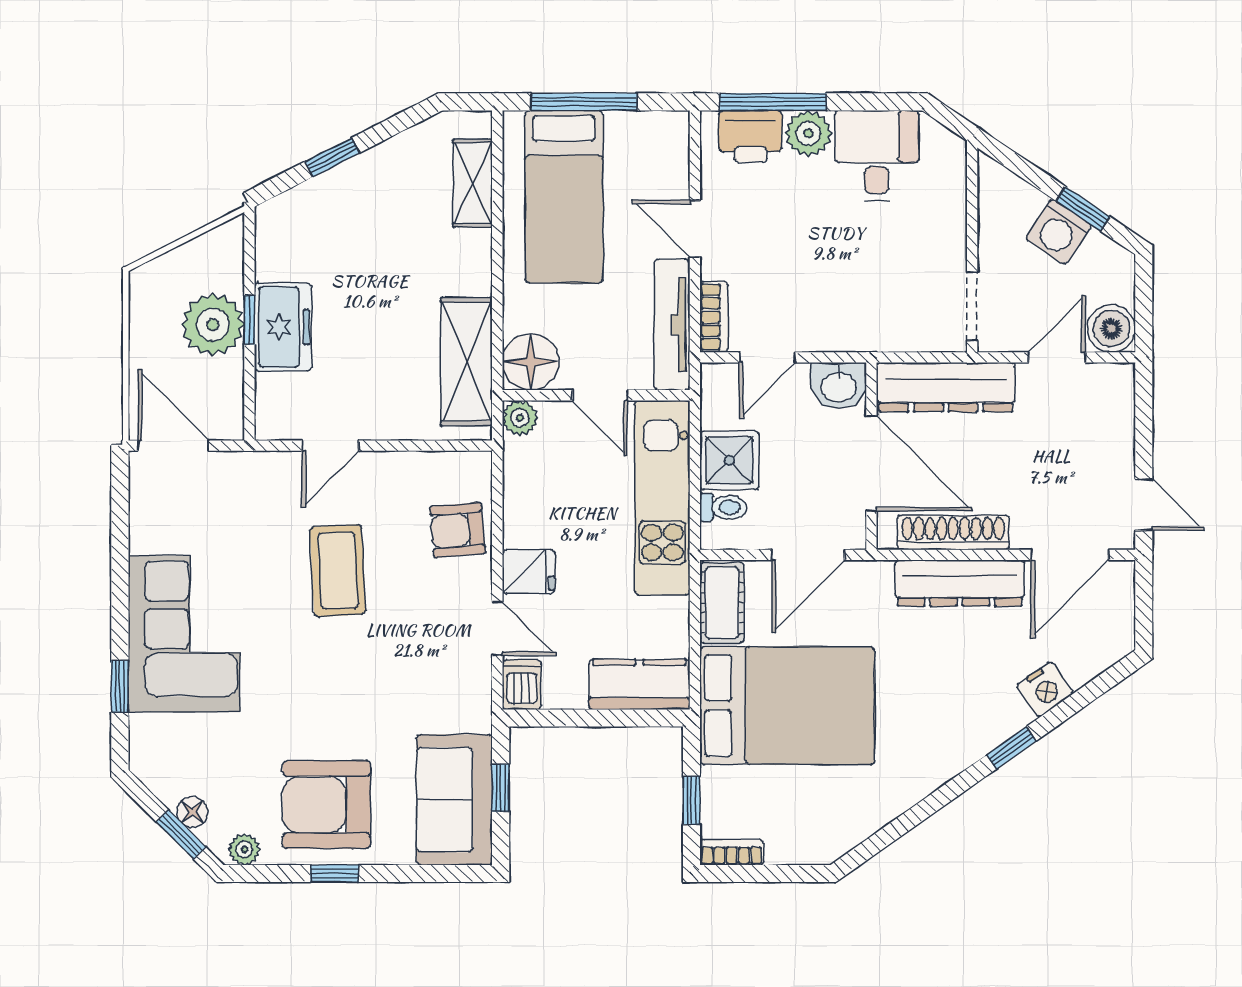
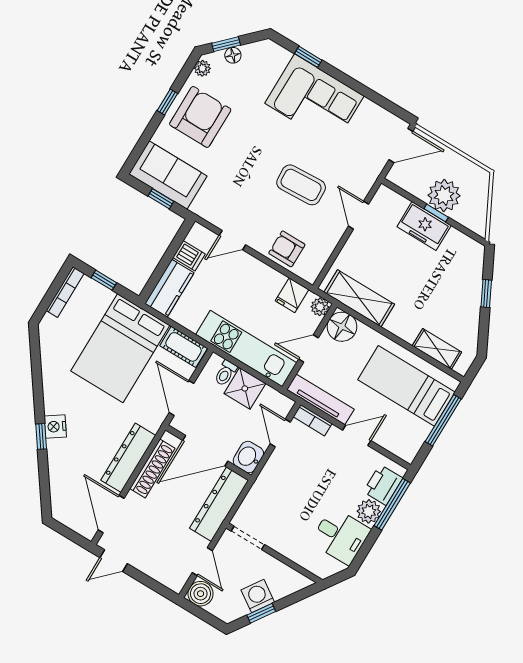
armchair: (457, 530) -> (287, 249), turned -85
fridge: (529, 572) -> (292, 295), moved
dishwasher: (522, 685) -> (189, 256), moved
nightstand: (1045, 689) -> (55, 427), moved
bookcase: (732, 852) -> (65, 292), width x1.56

